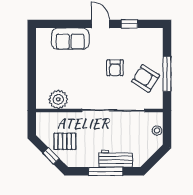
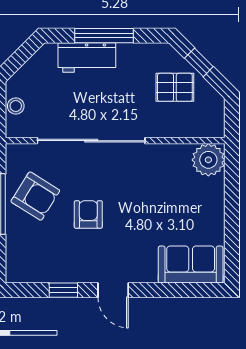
sofa: (70, 39) -> (191, 265), moved
plant: (58, 99) -> (208, 160), moved

